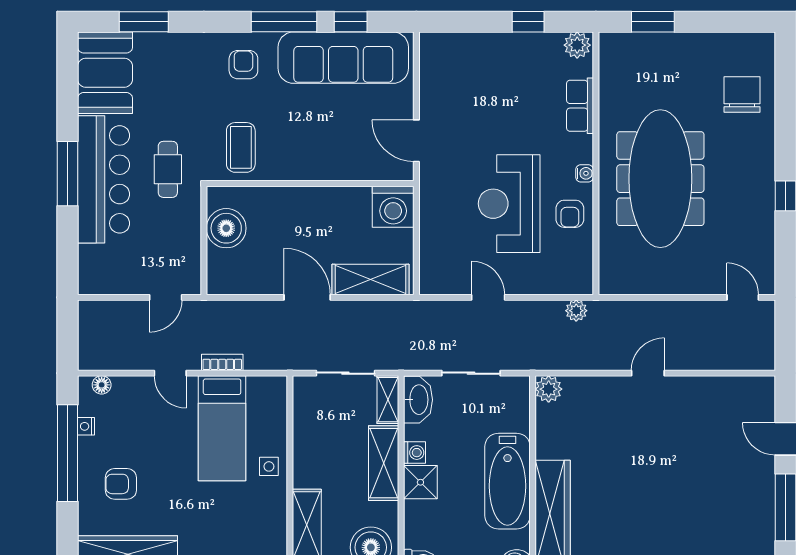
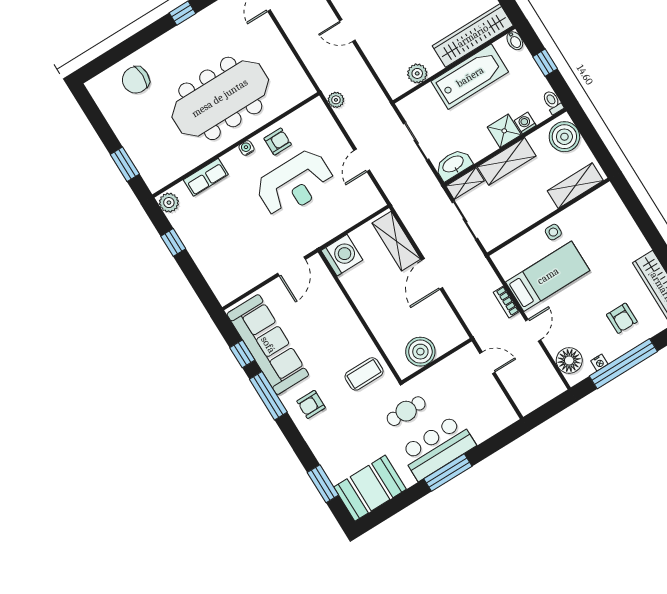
bar counter: (103, 179) -> (438, 448), width x0.73
floor lamp: (102, 385) -> (569, 360), width x1.89, depth x1.89
plant: (549, 389) -> (417, 73), moved
washing machine: (415, 453) -> (525, 123), moved

